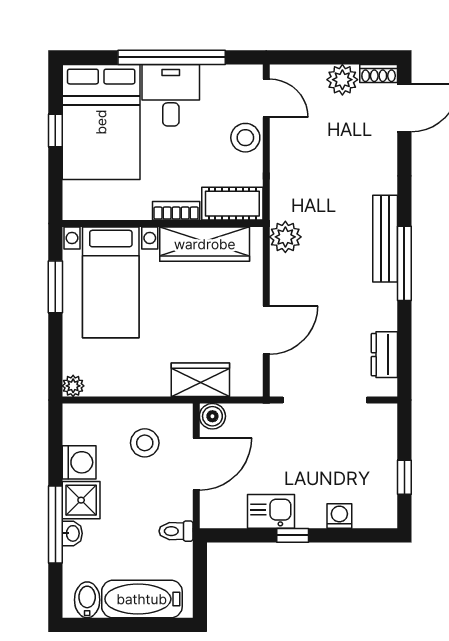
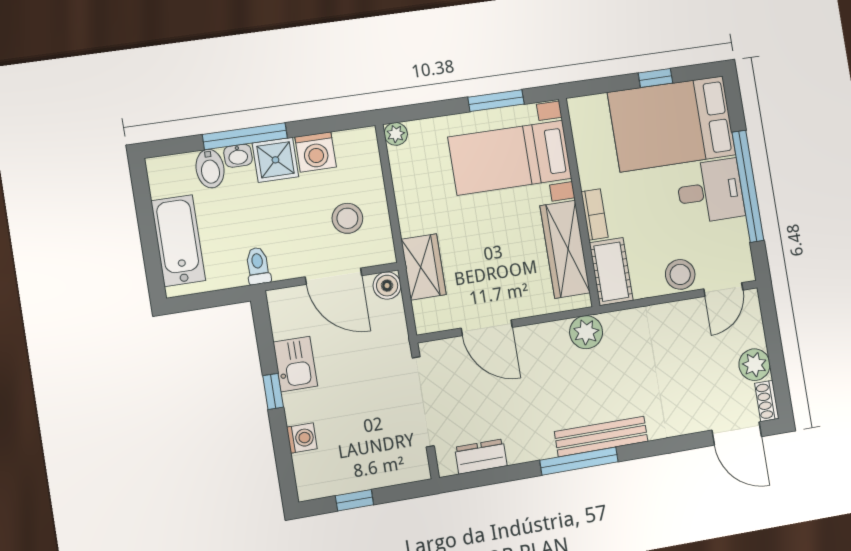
bidet: (87, 600) -> (210, 169), moved, turned 90

